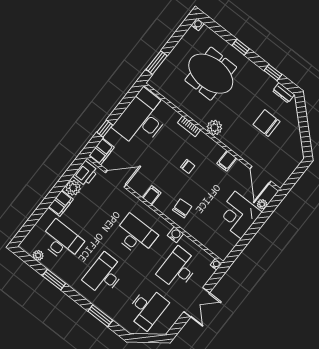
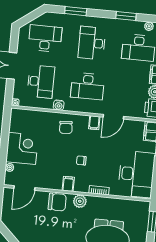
chair: (266, 123) -> (57, 202), moved
filing cabinet: (227, 161) -> (68, 184), moved
door: (260, 175) -> (24, 188), swing flipped
door: (116, 179) -> (113, 117), moved
desk: (104, 275) -> (92, 43), turned 180
desk: (147, 308) -> (45, 38), turned 90

